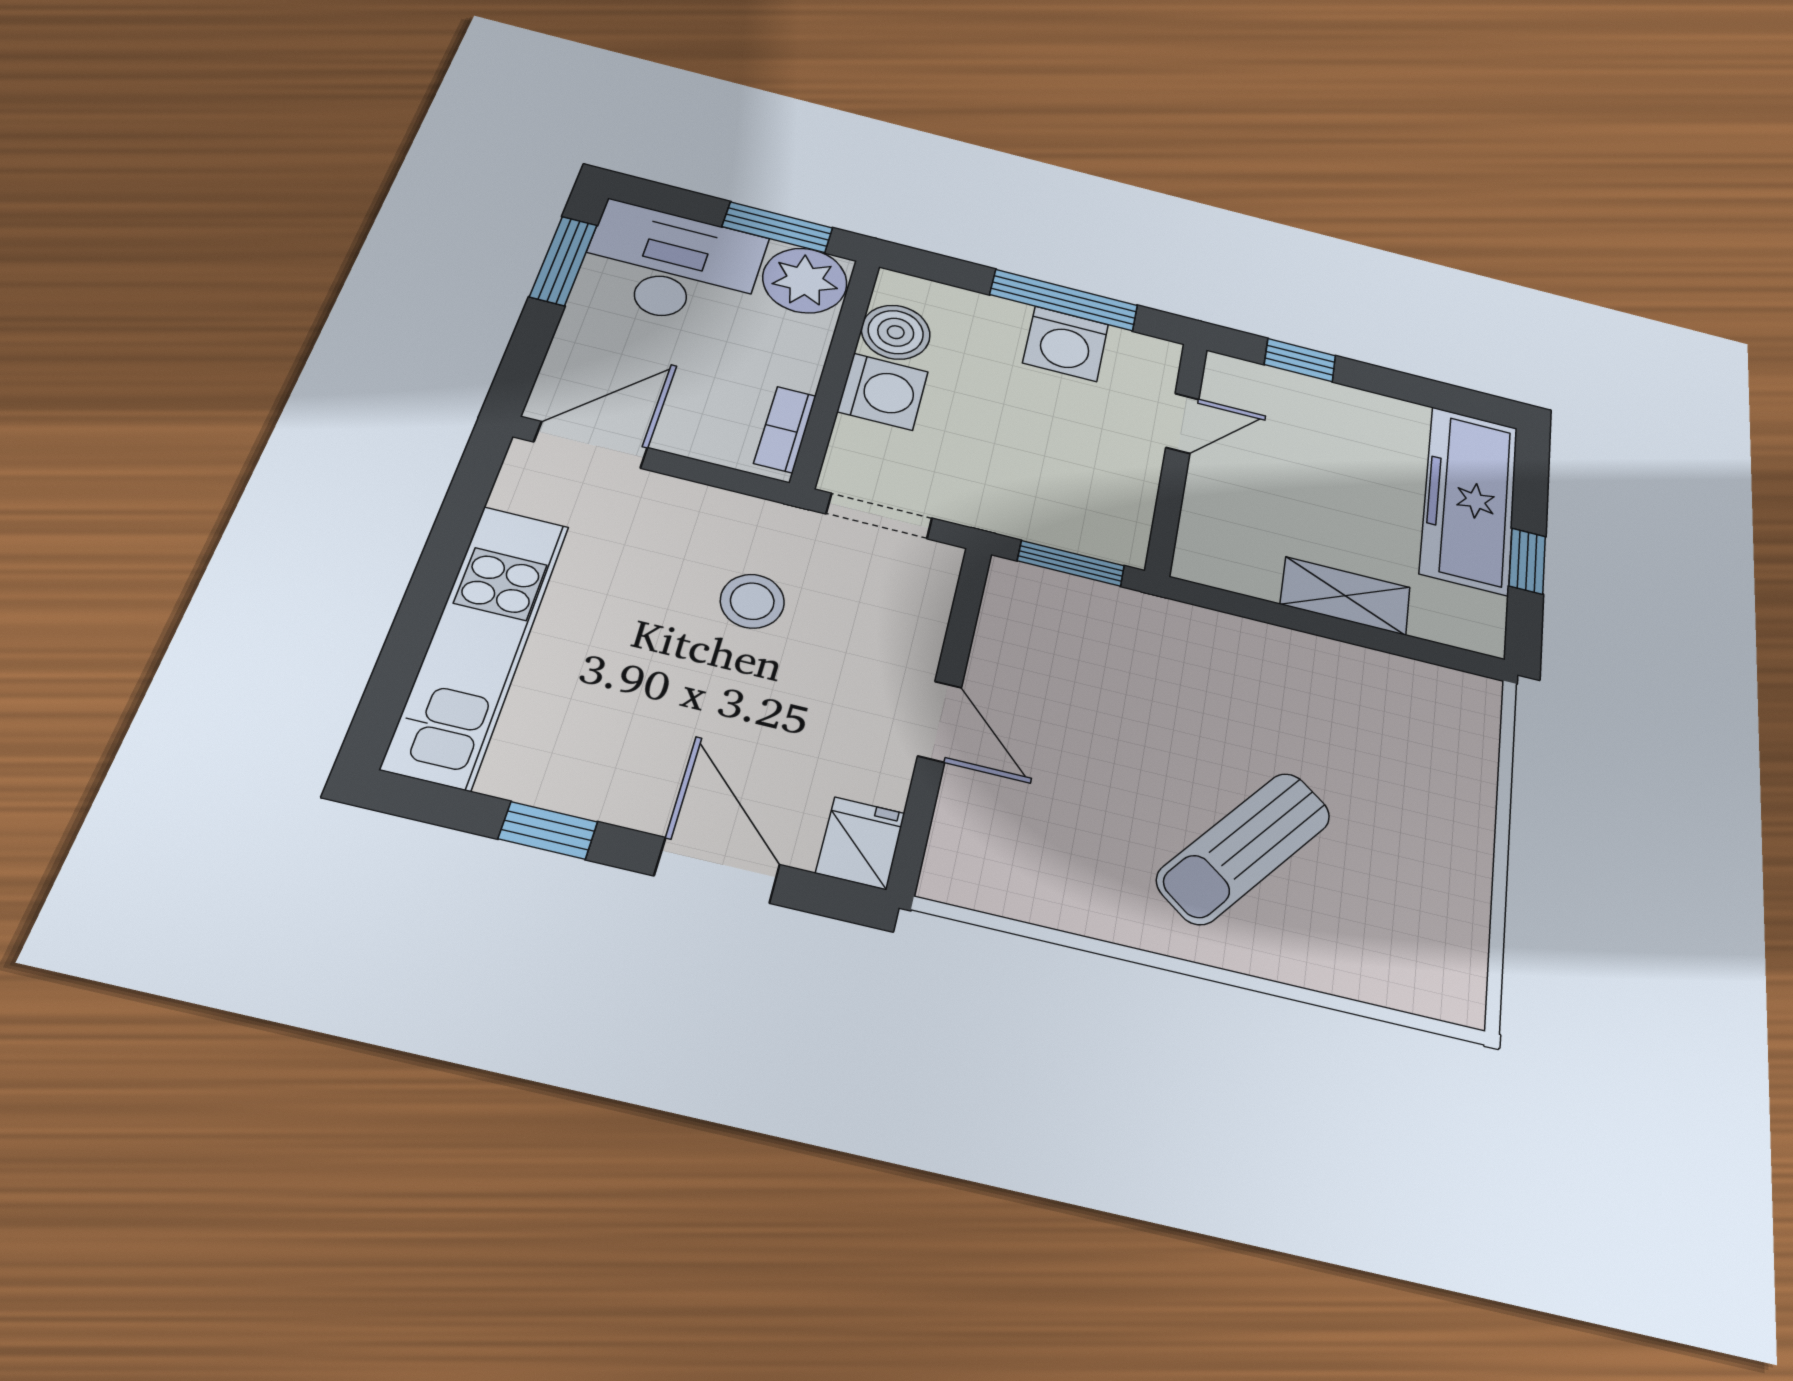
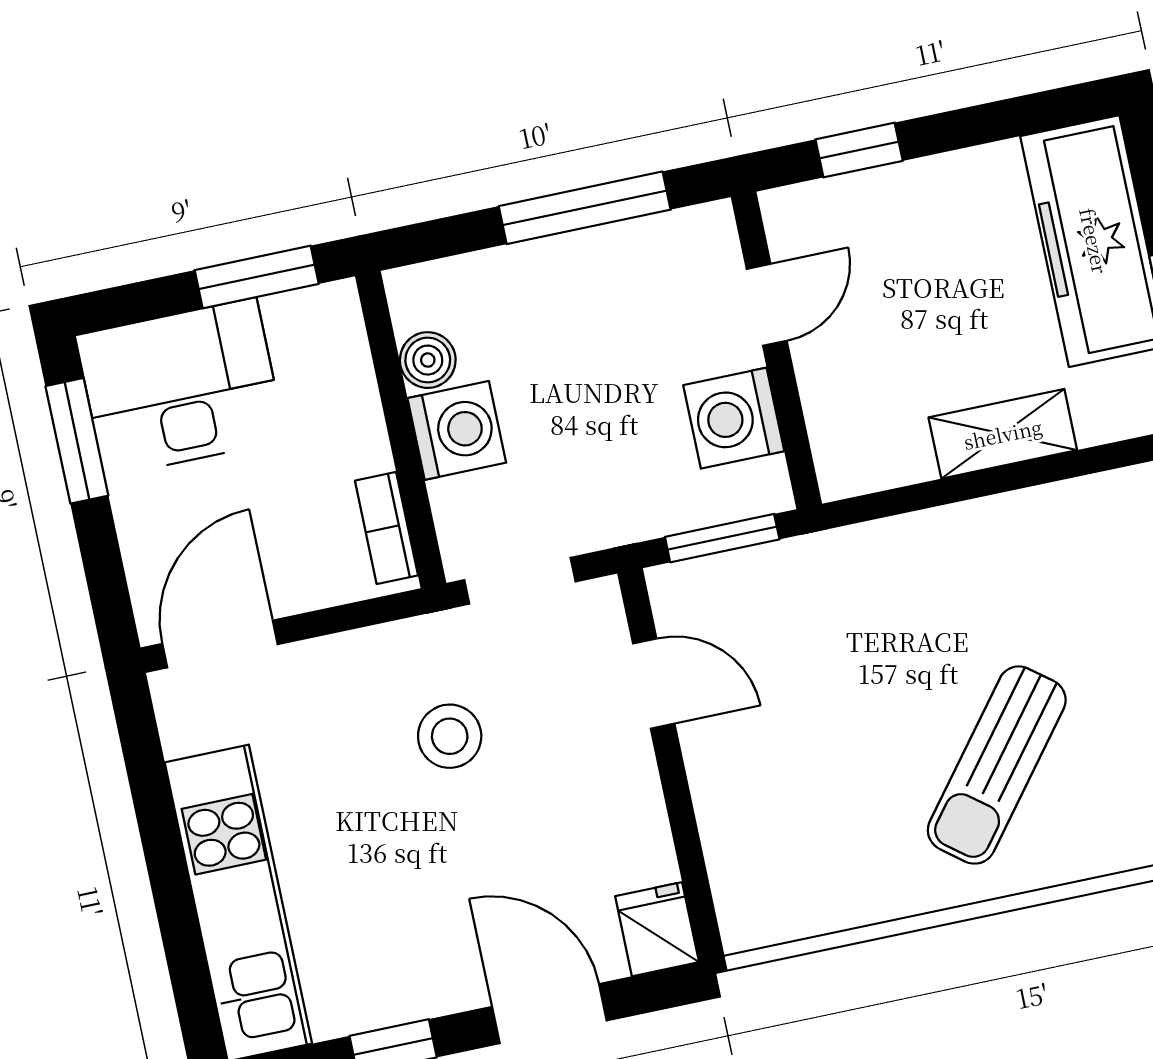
plant: (805, 280) -> (317, 332), removed
boiler: (896, 332) -> (428, 360), width x0.73, depth x0.73
washing machine: (1066, 344) -> (734, 418), moved, turned 90
door: (940, 721) -> (654, 684), moved

